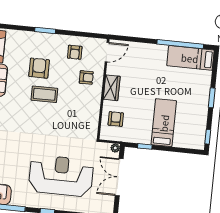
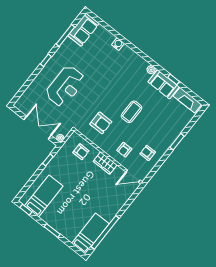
door: (107, 52) -> (133, 176), hinge flipped
armchair: (39, 68) -> (101, 123), moved
bed: (164, 123) -> (44, 196), moved, turned -90
reception desk: (61, 176) -> (65, 86), width x0.74, depth x0.77

